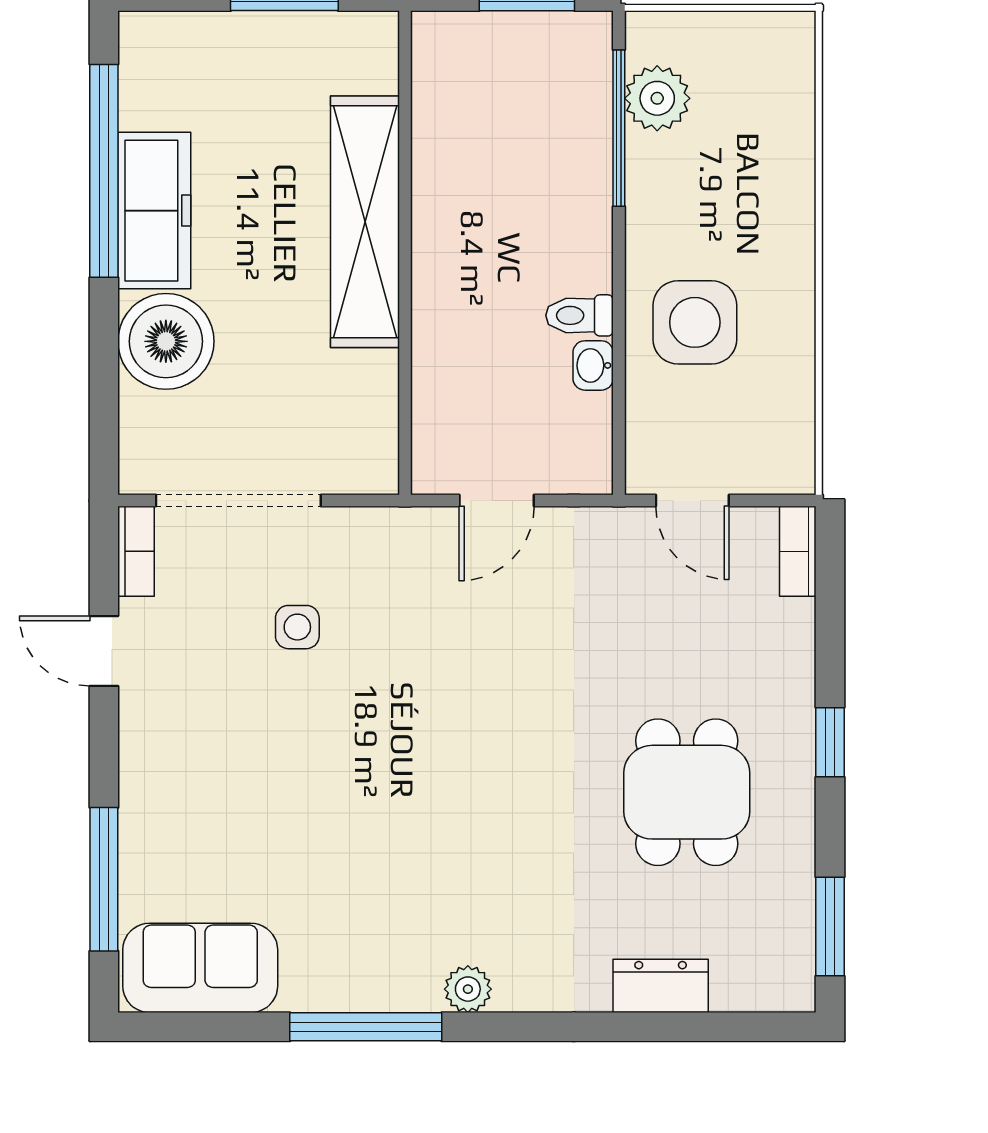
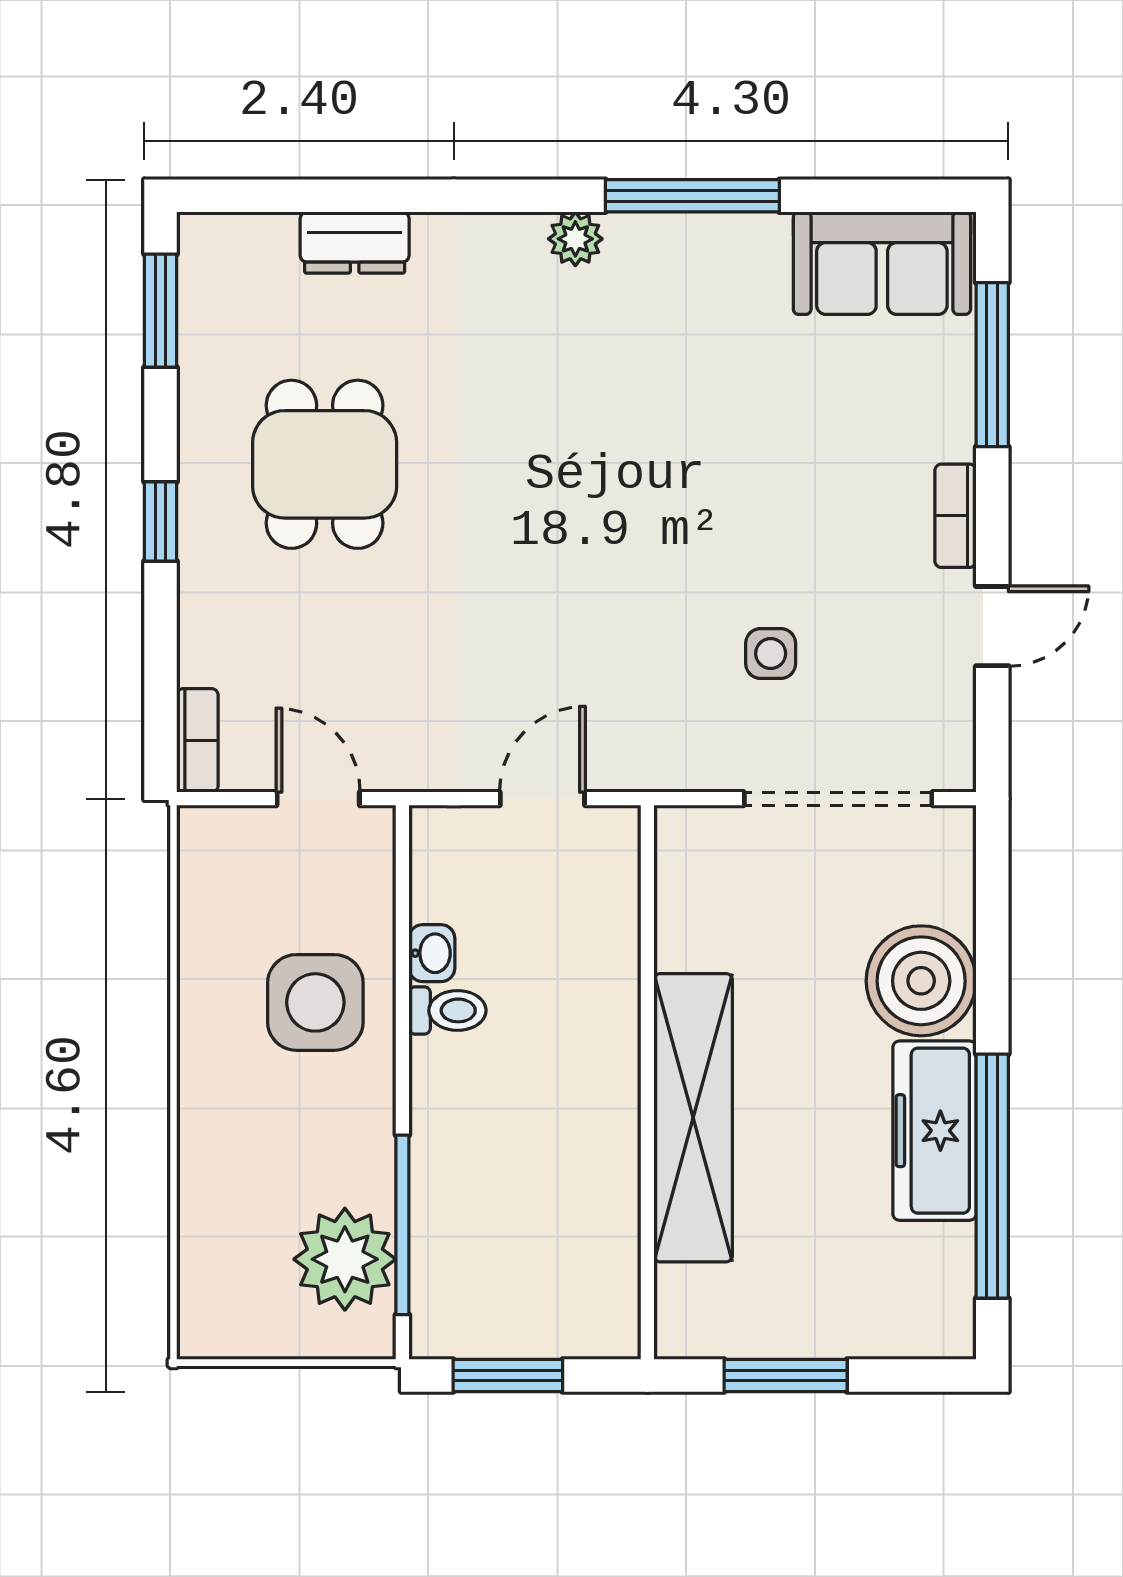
plant: (657, 98) -> (345, 1259), width x1.36, depth x1.36
bookcase: (136, 551) -> (955, 516), moved
door: (104, 651) -> (992, 626), hinge flipped

